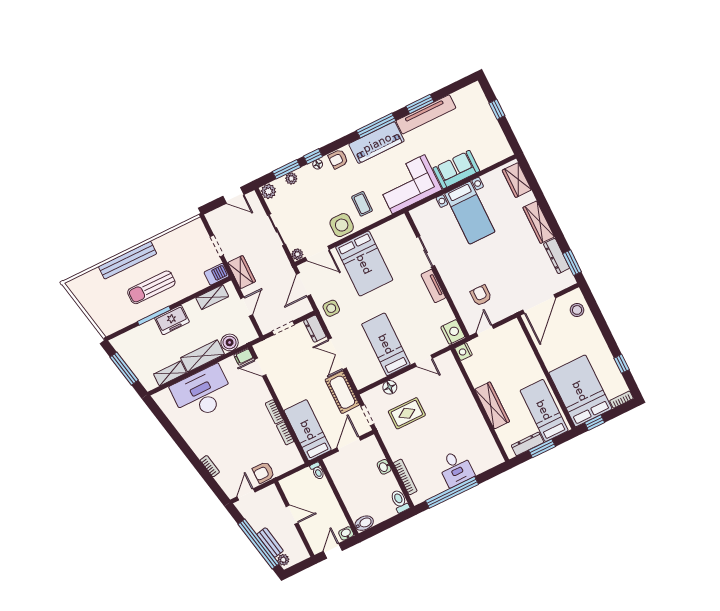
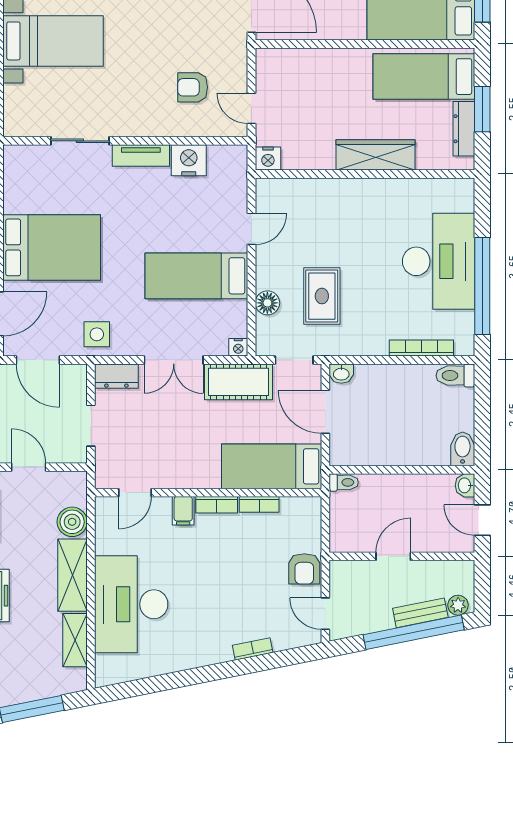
nightstand: (453, 332) -> (189, 160), moved
filing cabinet: (243, 357) -> (183, 511), moved
nightstand: (360, 384) -> (238, 347), added
washbasin: (384, 467) -> (341, 374), moved
desk: (456, 468) -> (439, 261), width x1.87, depth x1.30

